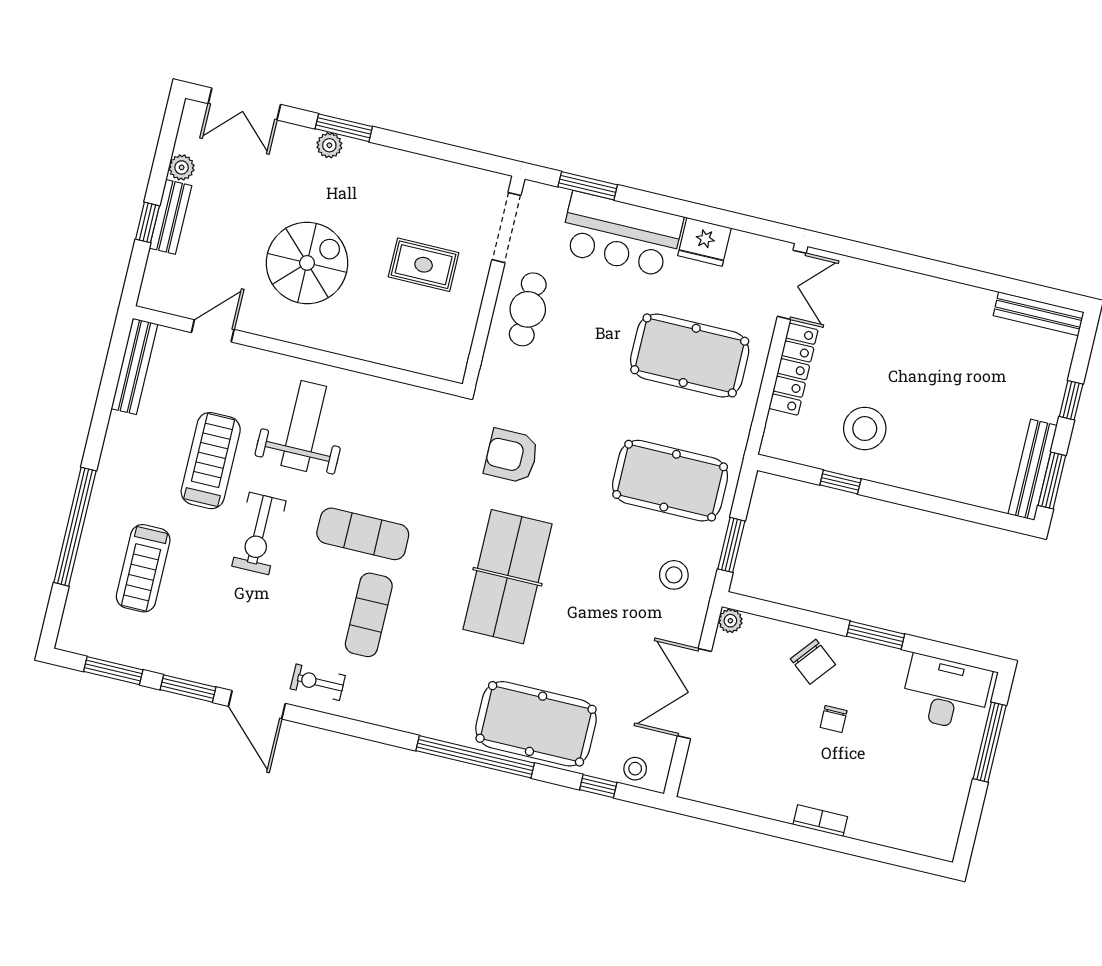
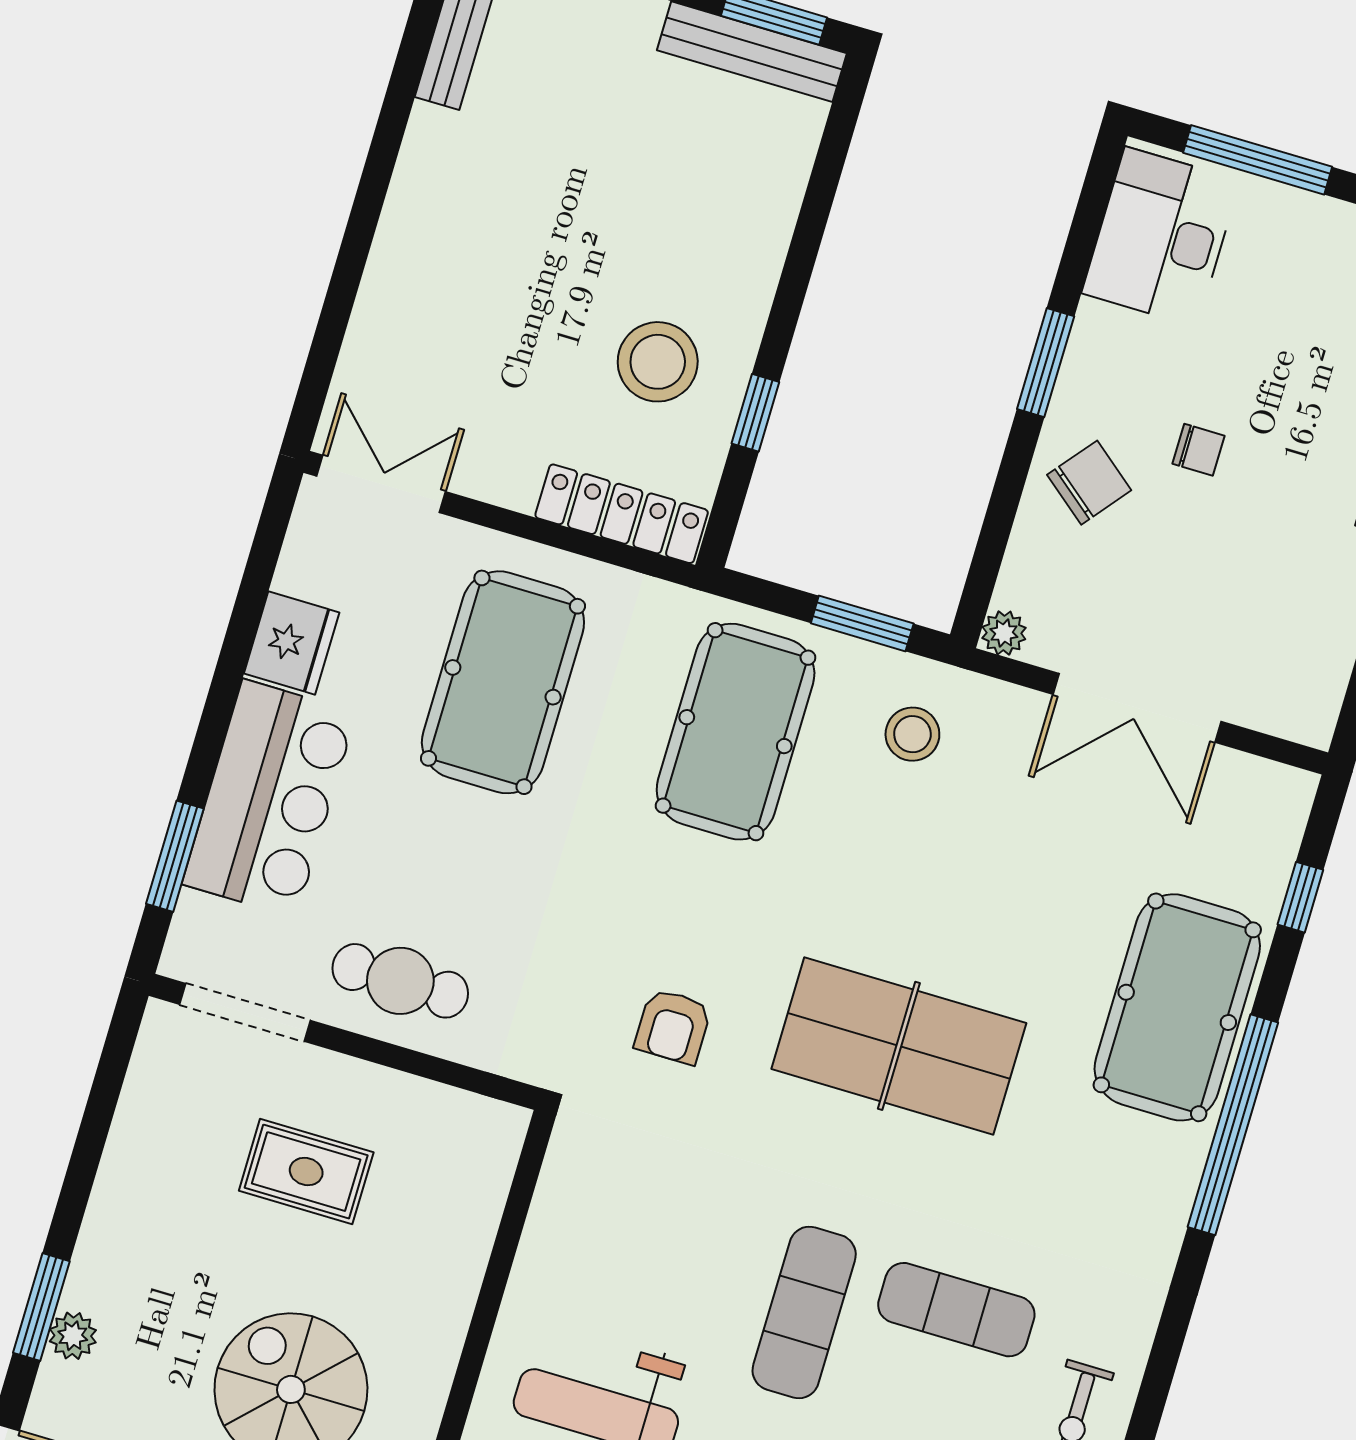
rug: (424, 265) -> (306, 1172), turned 90
locker: (793, 369) -> (622, 514), moved
armchair: (511, 456) -> (673, 1026), width x0.72, depth x0.72
stool: (635, 769) -> (1271, 826), removed

